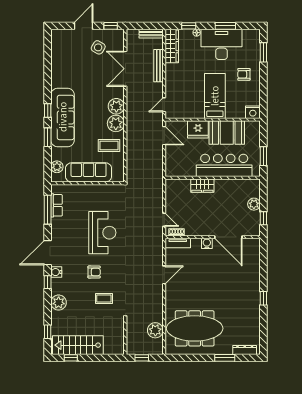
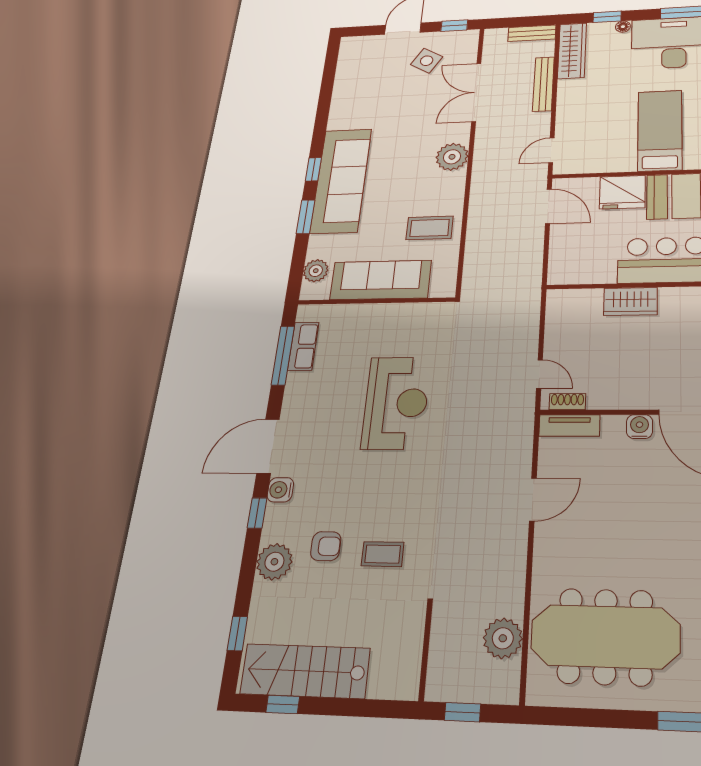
plant: (116, 123) -> (448, 187), removed
armchair: (94, 272) -> (326, 546), moved

